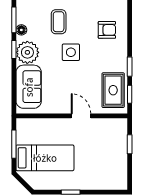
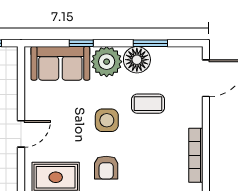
floor lamp: (21, 30) -> (137, 60), width x1.89, depth x1.89
armchair: (107, 30) -> (106, 168), moved
window: (14, 50) -> (81, 43), moved

